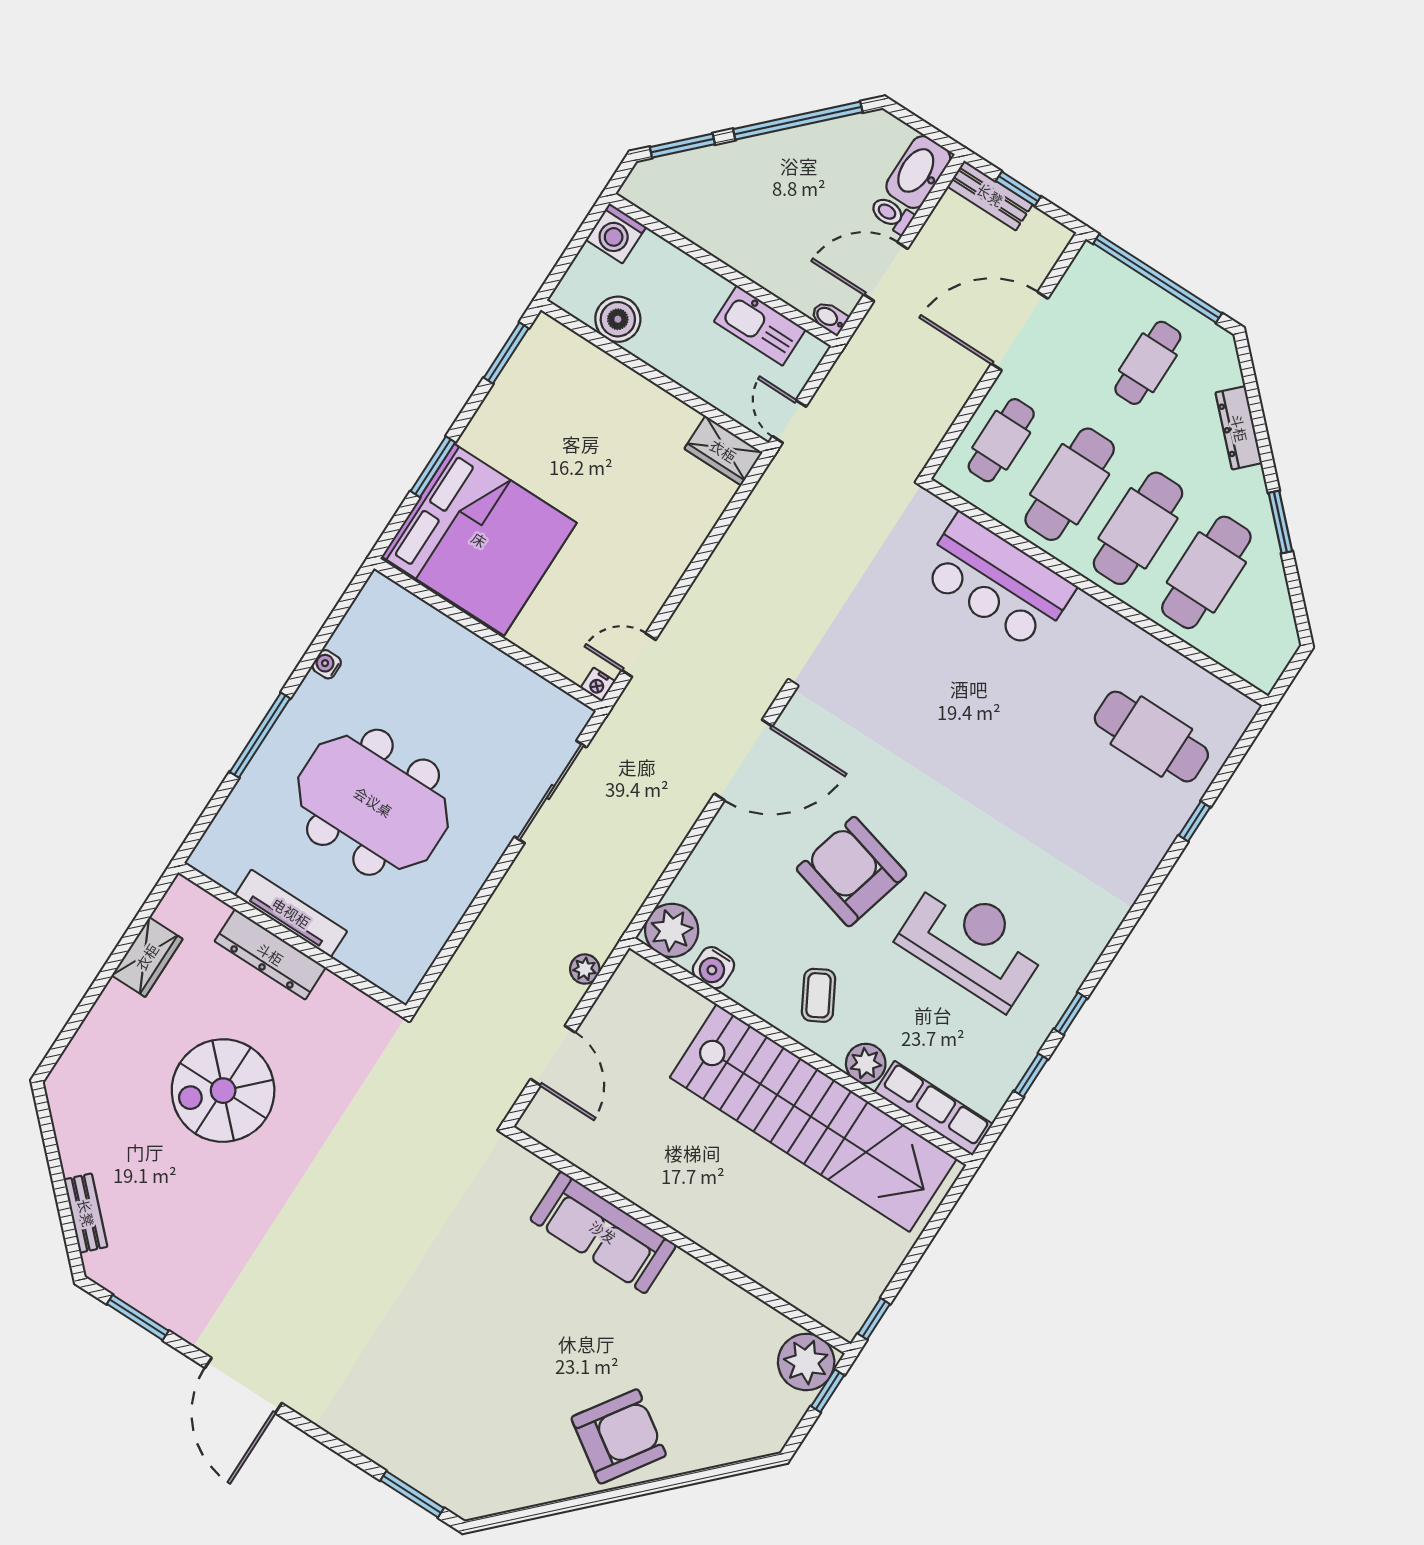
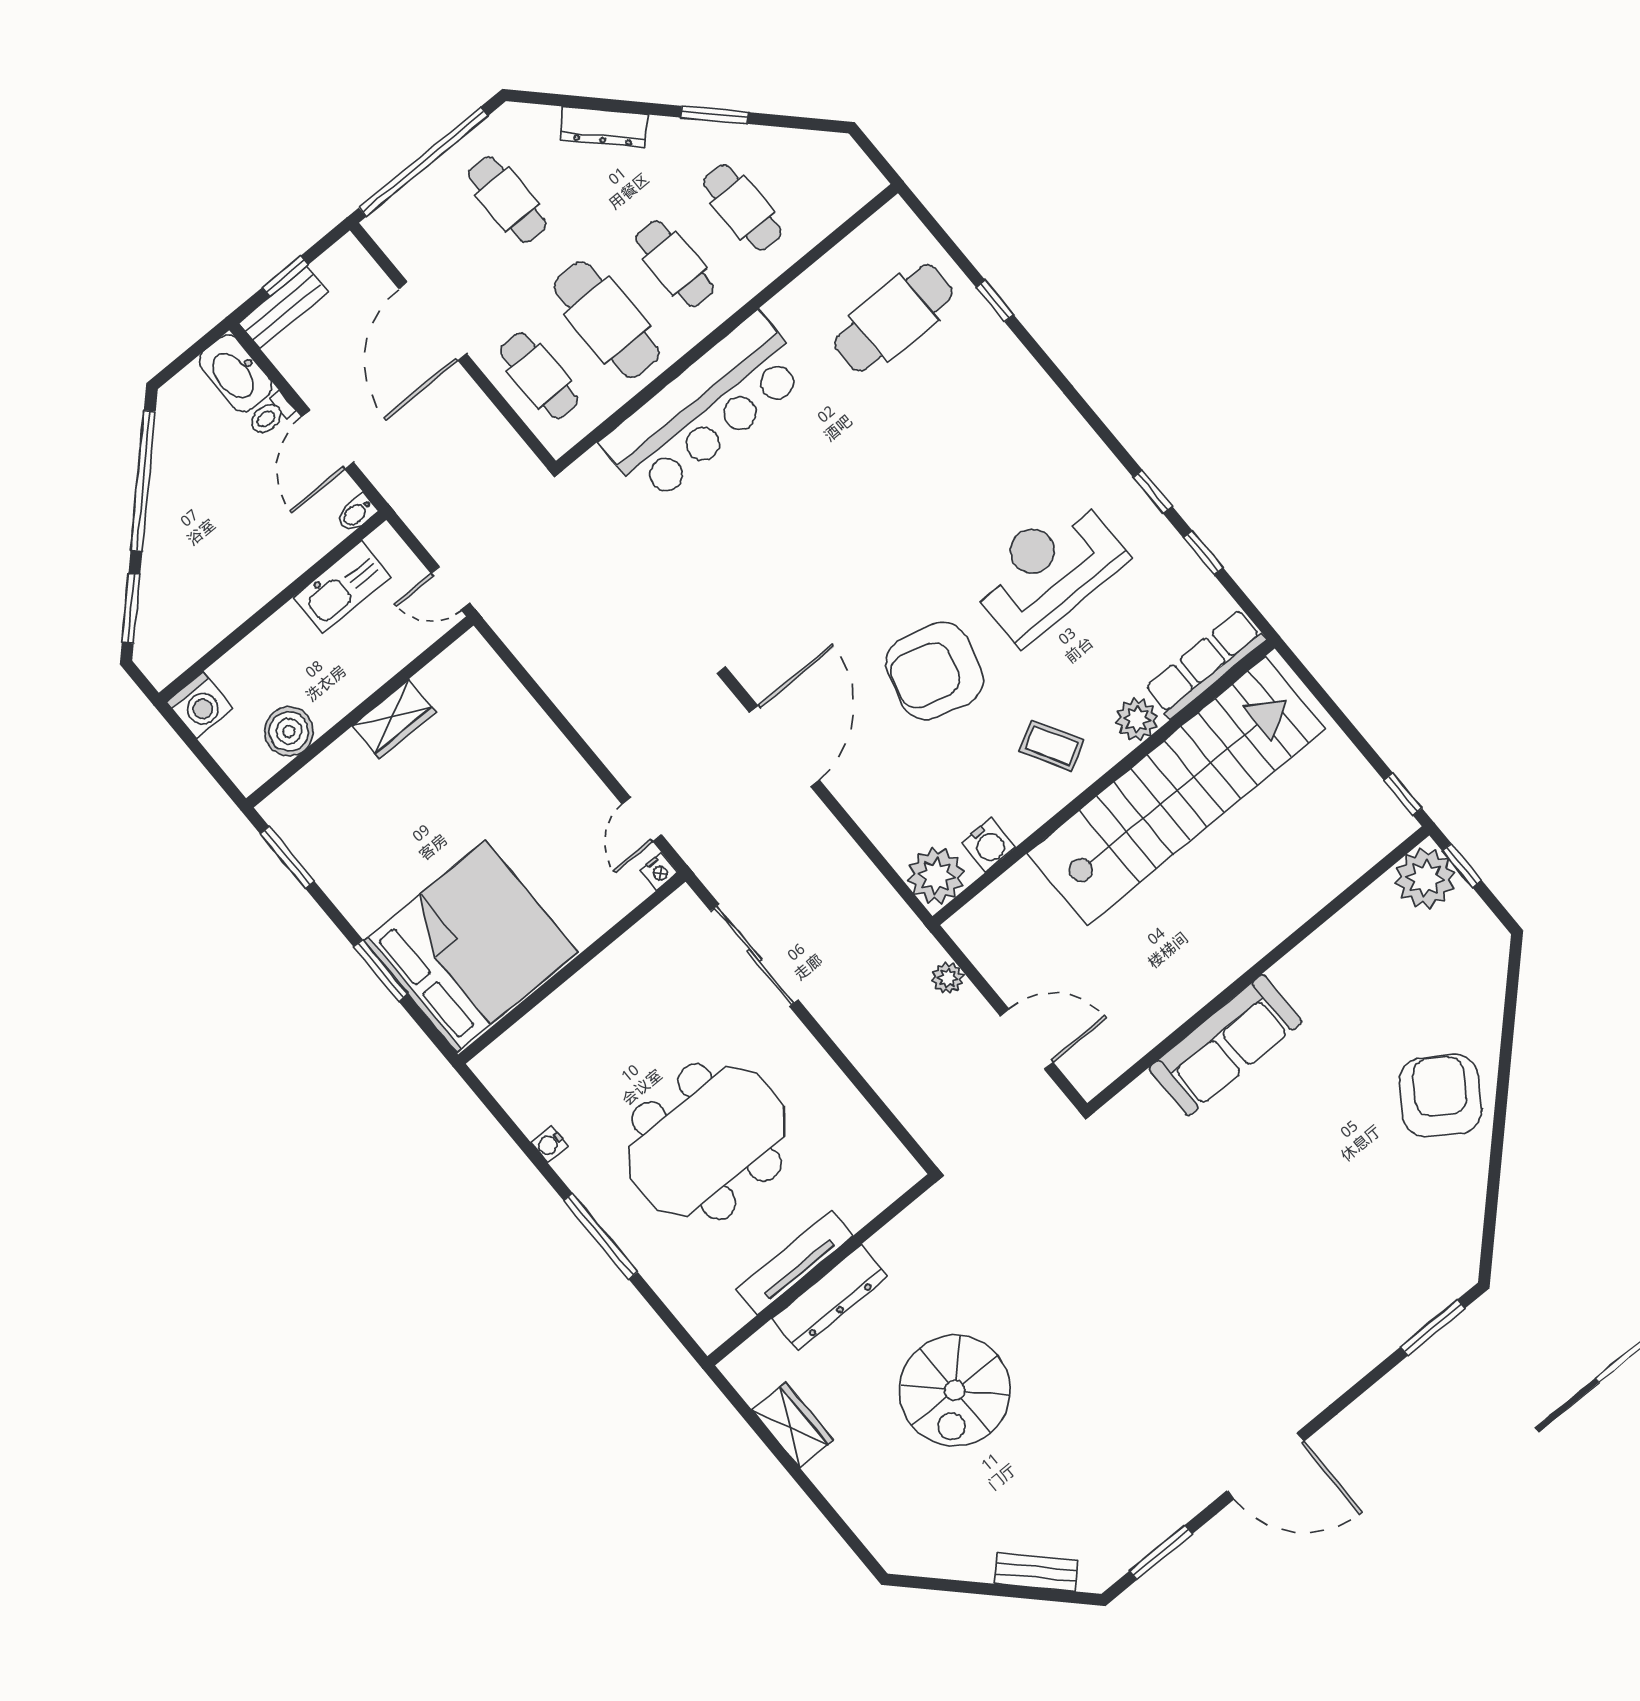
wardrobe: (723, 451) -> (394, 719), moved
cafe table: (1138, 528) -> (675, 264), width x0.73, depth x0.74
cafe table: (1206, 572) -> (742, 208), width x0.73, depth x0.74
bar counter: (997, 581) -> (705, 408), width x1.36

